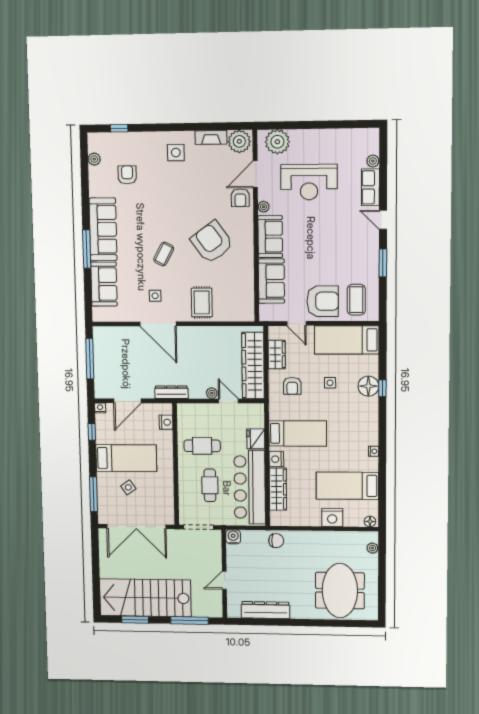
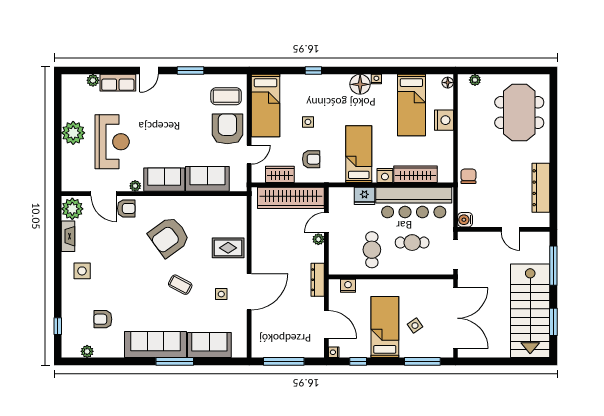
plant: (277, 142) -> (73, 133), moved
floor lamp: (368, 386) -> (360, 84), moved
meeting table: (340, 591) -> (519, 112), turned 90

